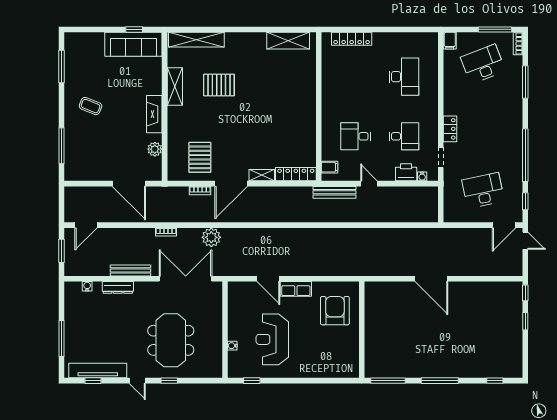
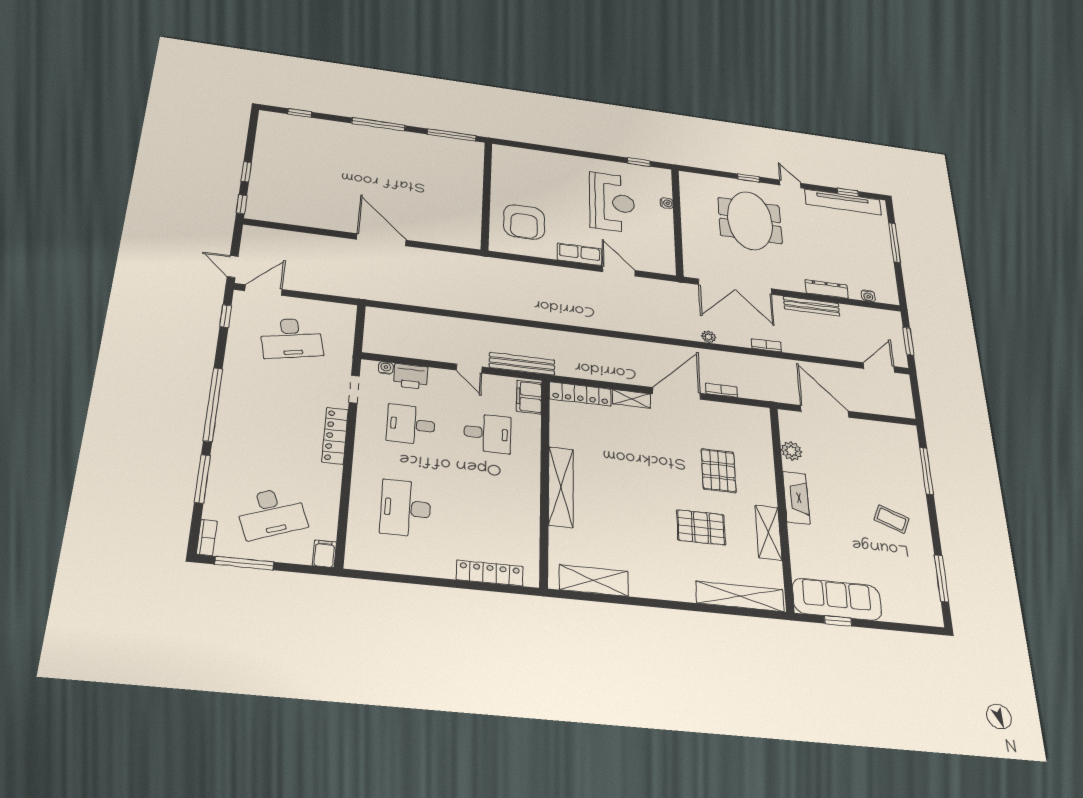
shelving: (308, 103) -> (561, 487), added
locker: (450, 129) -> (335, 436), width x1.53
window: (525, 155) -> (213, 404), moved
pallet: (200, 157) -> (719, 471), moved
filing cabinet: (330, 167) -> (529, 397), width x2.00
plant: (211, 237) -> (709, 337), width x0.53, depth x0.53

